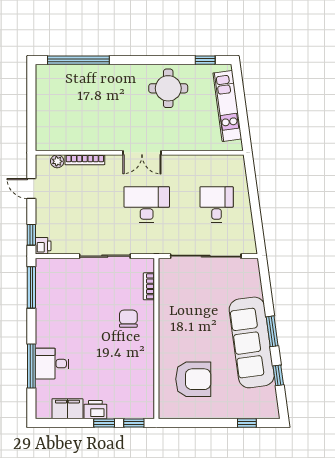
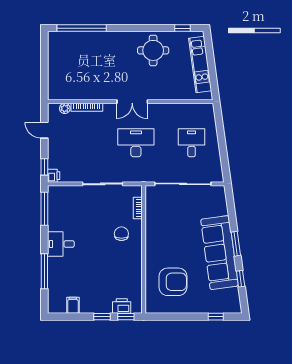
desk: (52, 364) -> (61, 244), moved
filing cabinet: (67, 409) -> (73, 305), width x0.50
printer: (95, 410) -> (122, 306), moved

